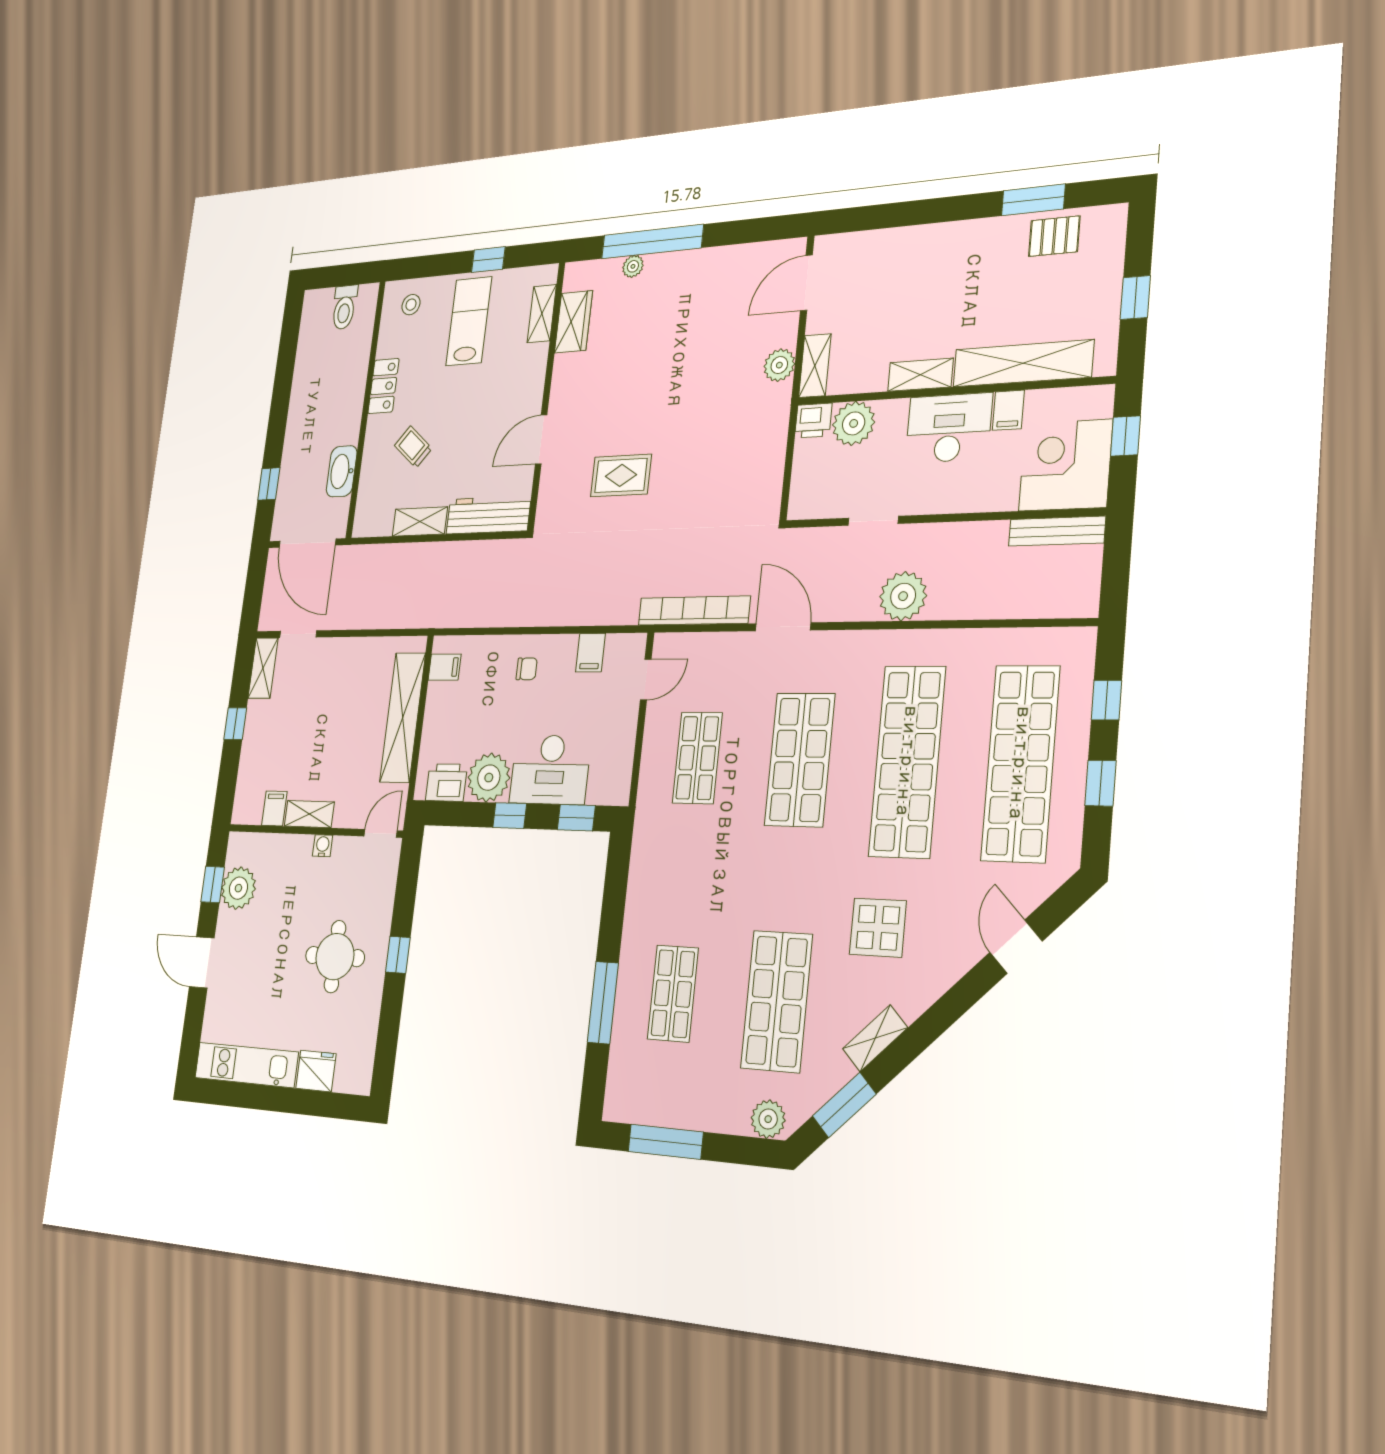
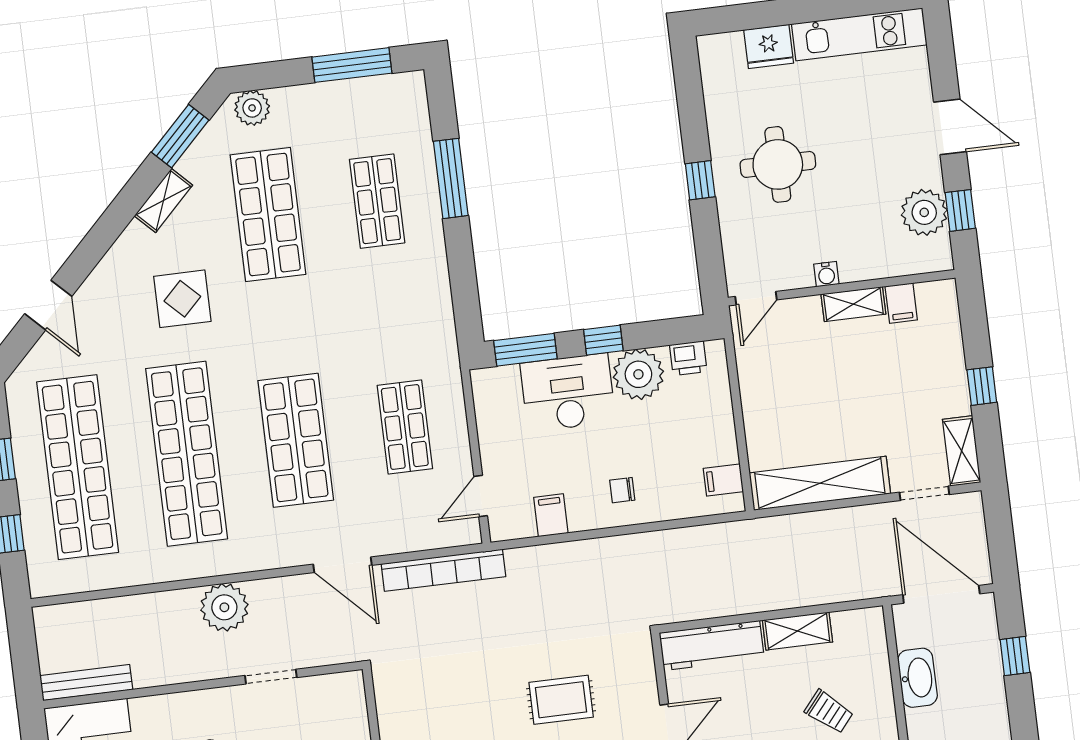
shelving: (403, 717) -> (820, 483), moved, turned 90
printer: (446, 782) -> (688, 358), width x0.73, depth x0.81
window: (576, 818) -> (525, 350), width x1.50

